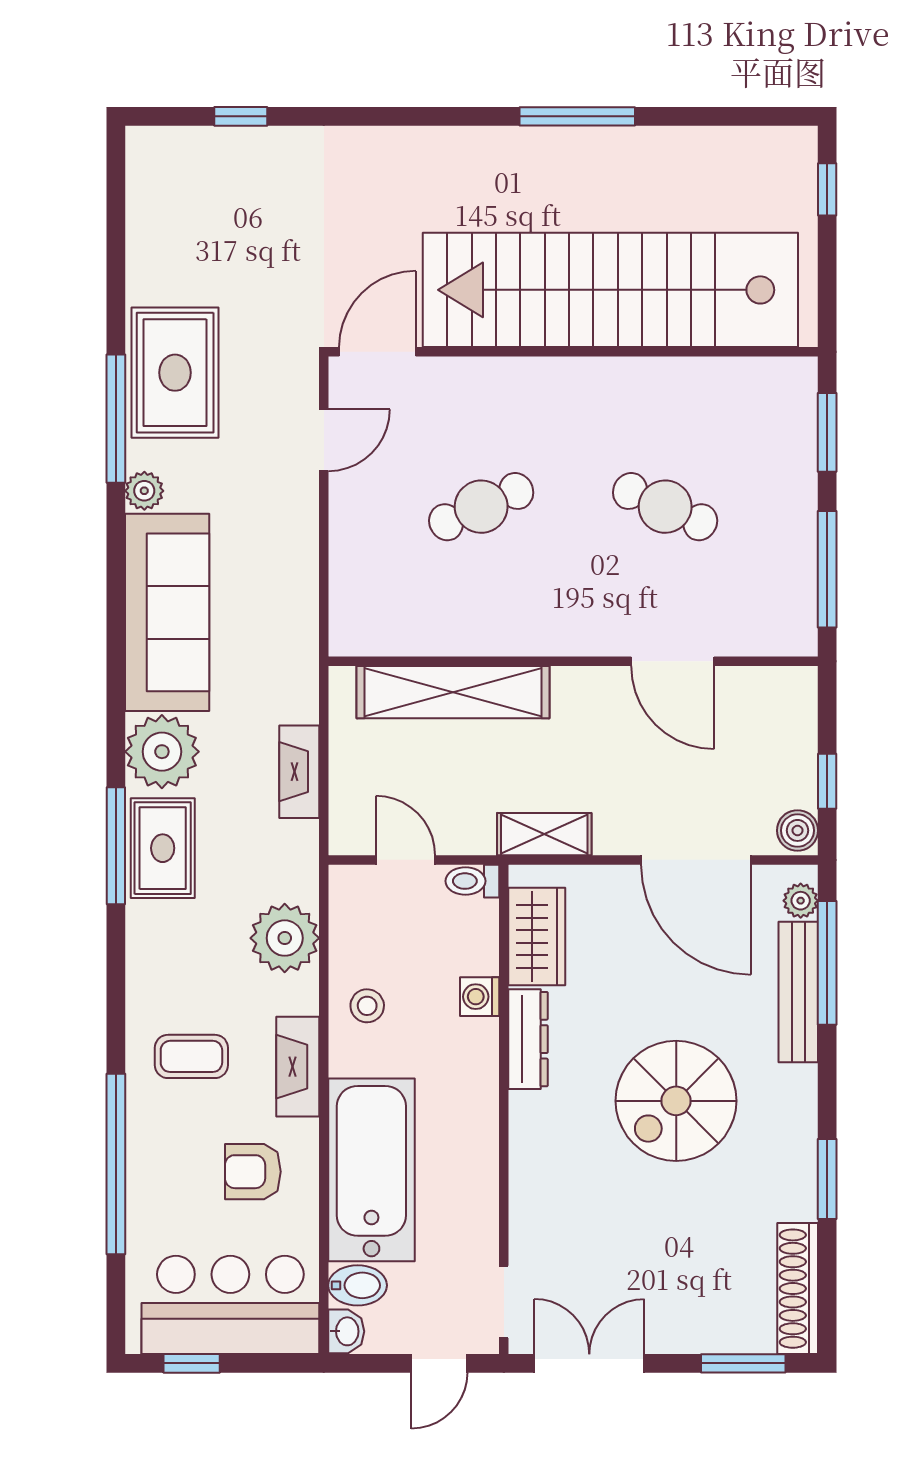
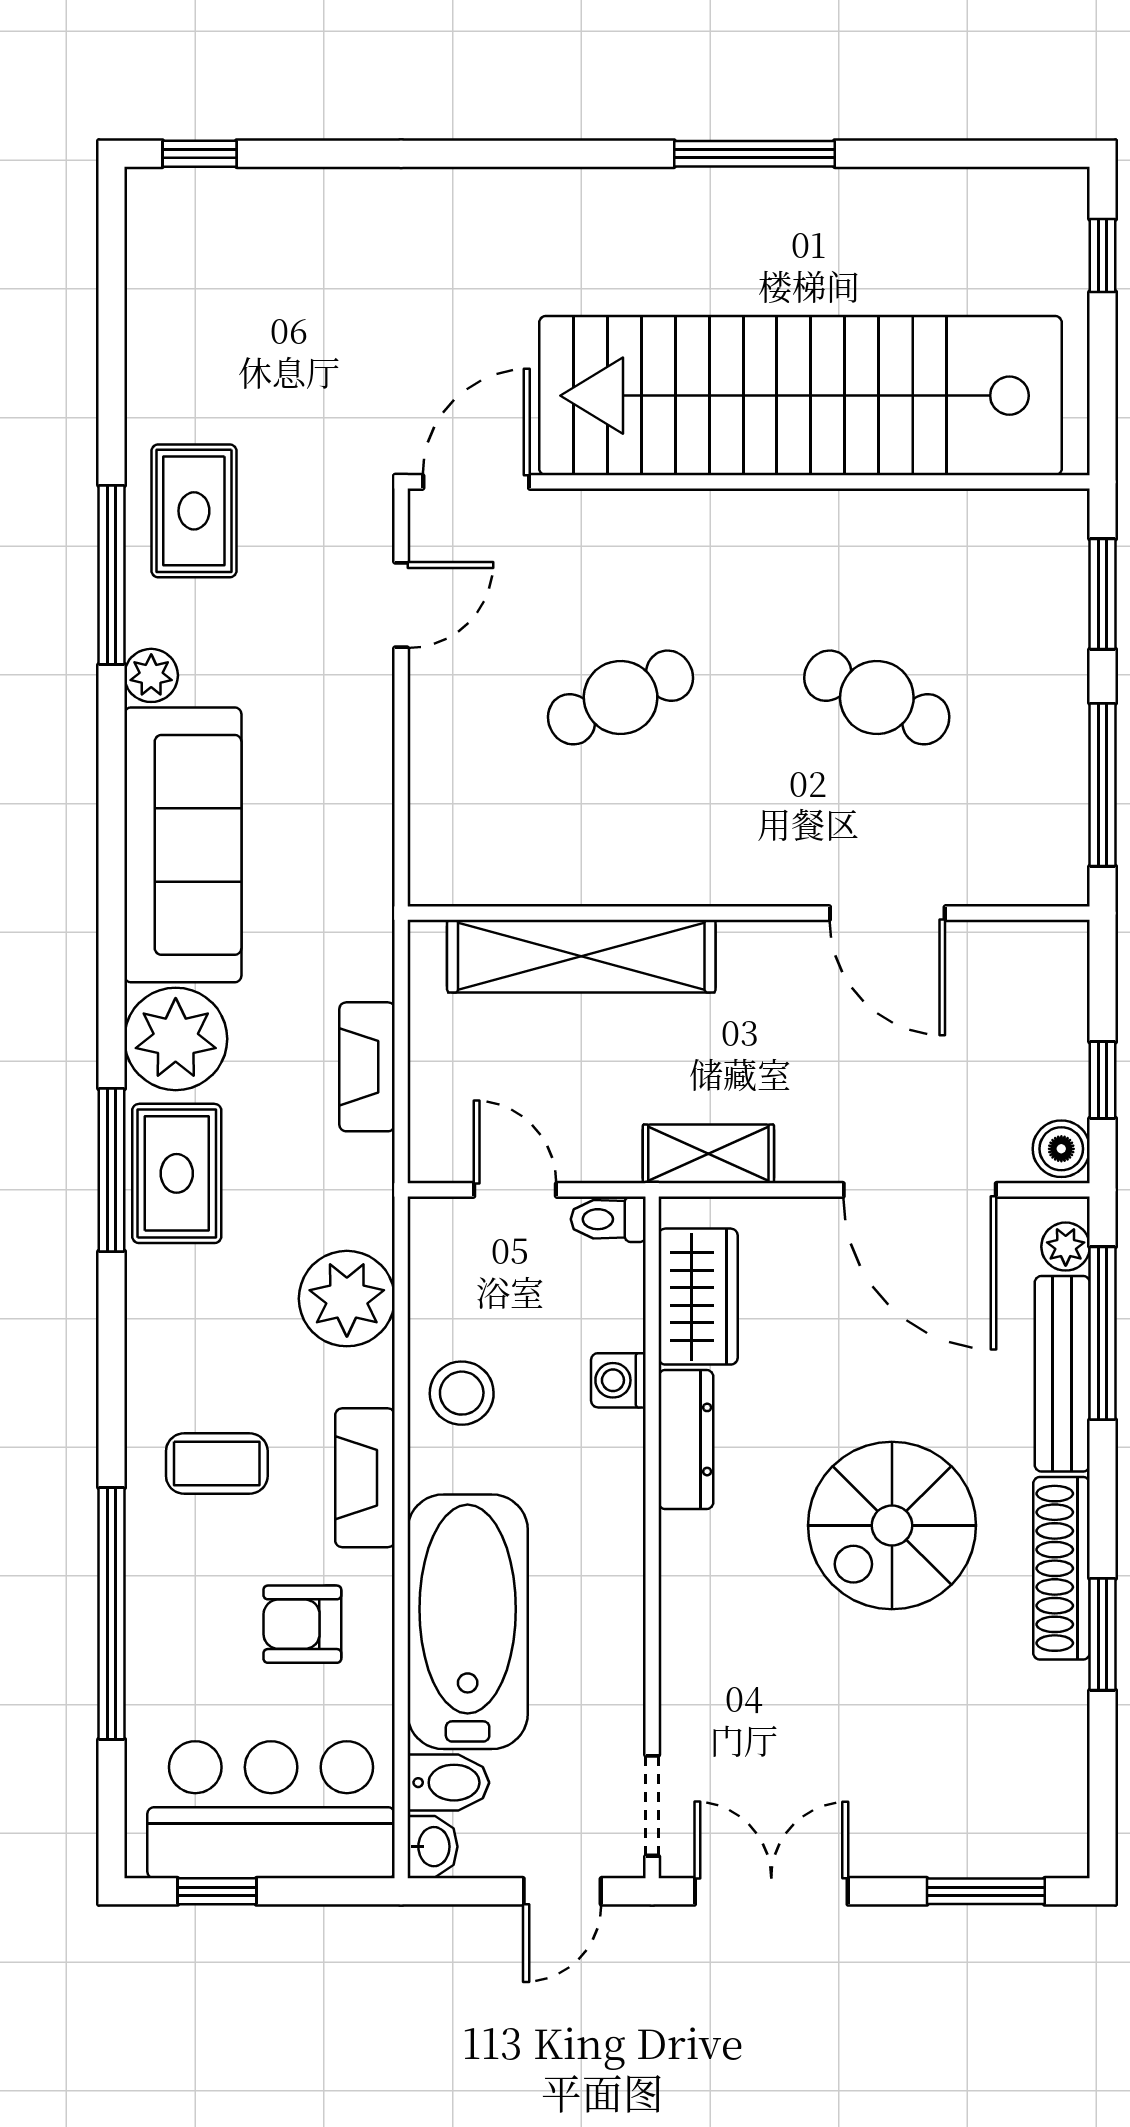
window: (241, 116) -> (200, 154), moved
rug: (175, 373) -> (194, 511), width x0.73, depth x0.70
stool: (367, 1006) -> (462, 1393), width x1.37, depth x1.37
shoe rack: (798, 1289) -> (1062, 1568), moved

